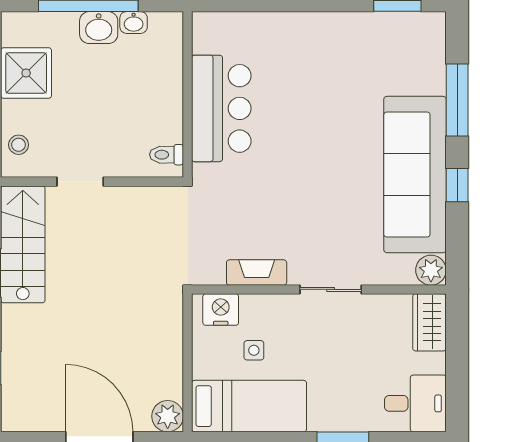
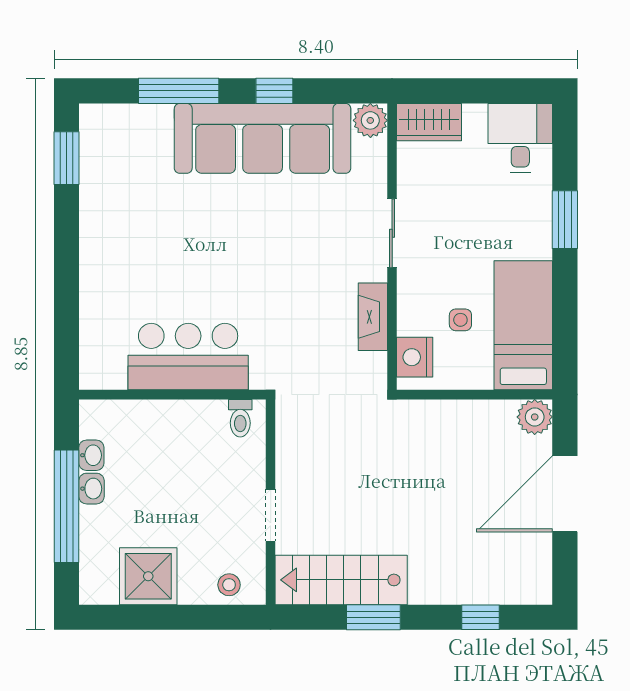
washbasin: (99, 28) -> (92, 489), width x0.72, depth x0.69

